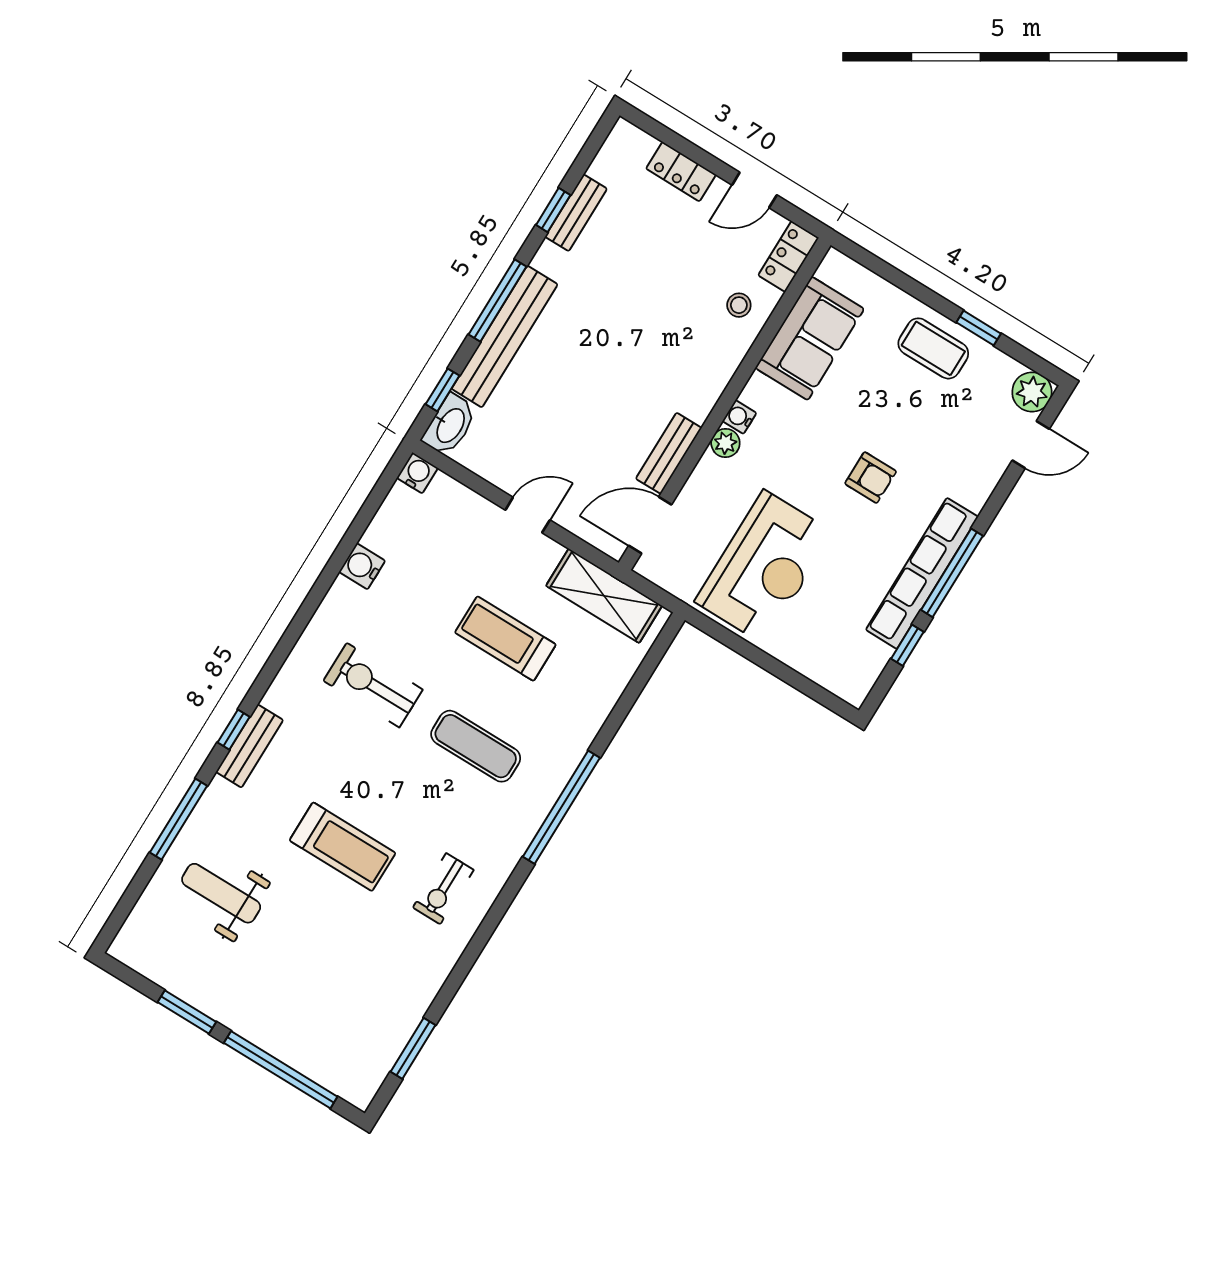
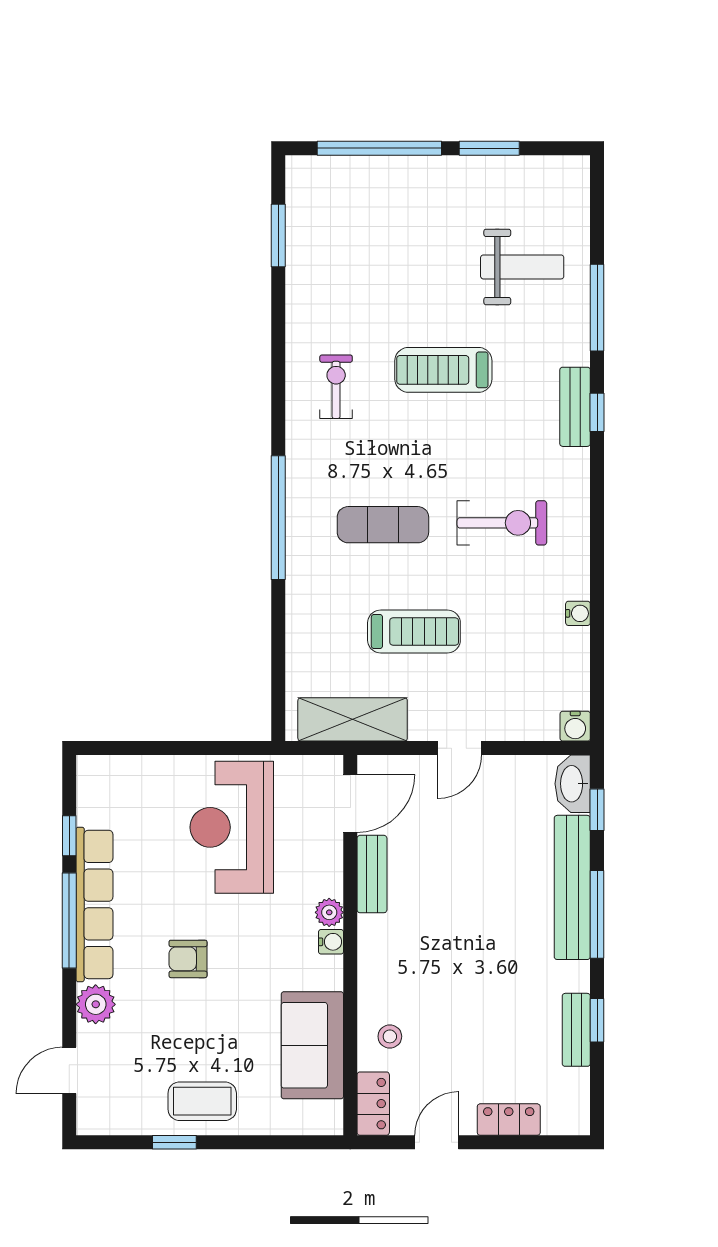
plant: (1032, 392) -> (96, 1004), moved
water cooler: (362, 566) -> (578, 613), width x0.72, depth x0.72

